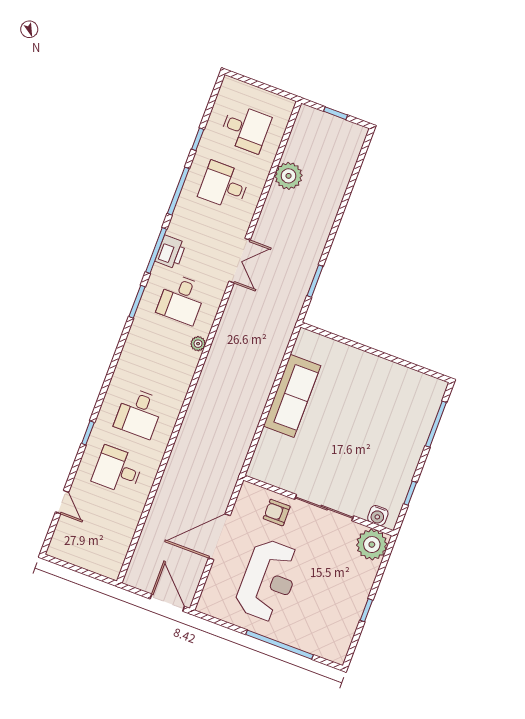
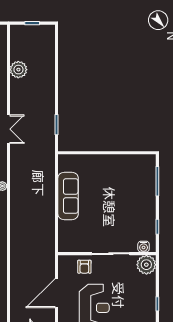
armchair: (277, 513) -> (84, 267), turned -90

